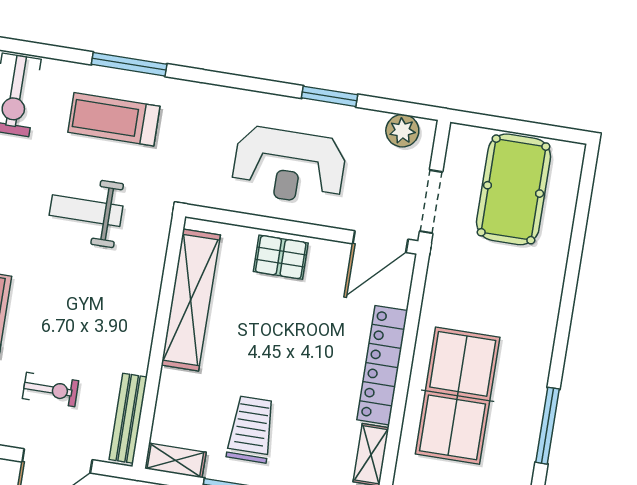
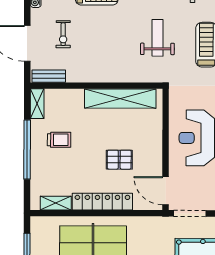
pallet: (281, 257) -> (119, 160), moved, turned 90
bench: (128, 418) -> (49, 76), width x0.73
trolley: (251, 429) -> (59, 140), width x0.73, depth x0.72

